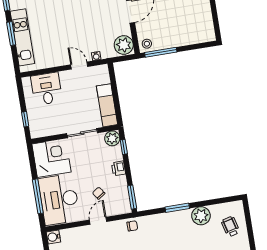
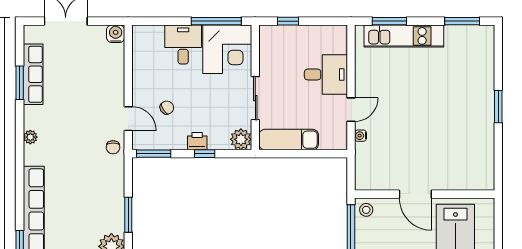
window: (11, 34) -> (389, 21), moved
plant: (124, 45) -> (370, 177), removed
desk: (47, 89) -> (326, 74), moved
window: (124, 147) -> (205, 154), moved
window: (38, 196) -> (216, 21), moved
desk: (59, 199) -> (183, 44), width x0.53, depth x0.77
door: (98, 221) -> (128, 119), moved

